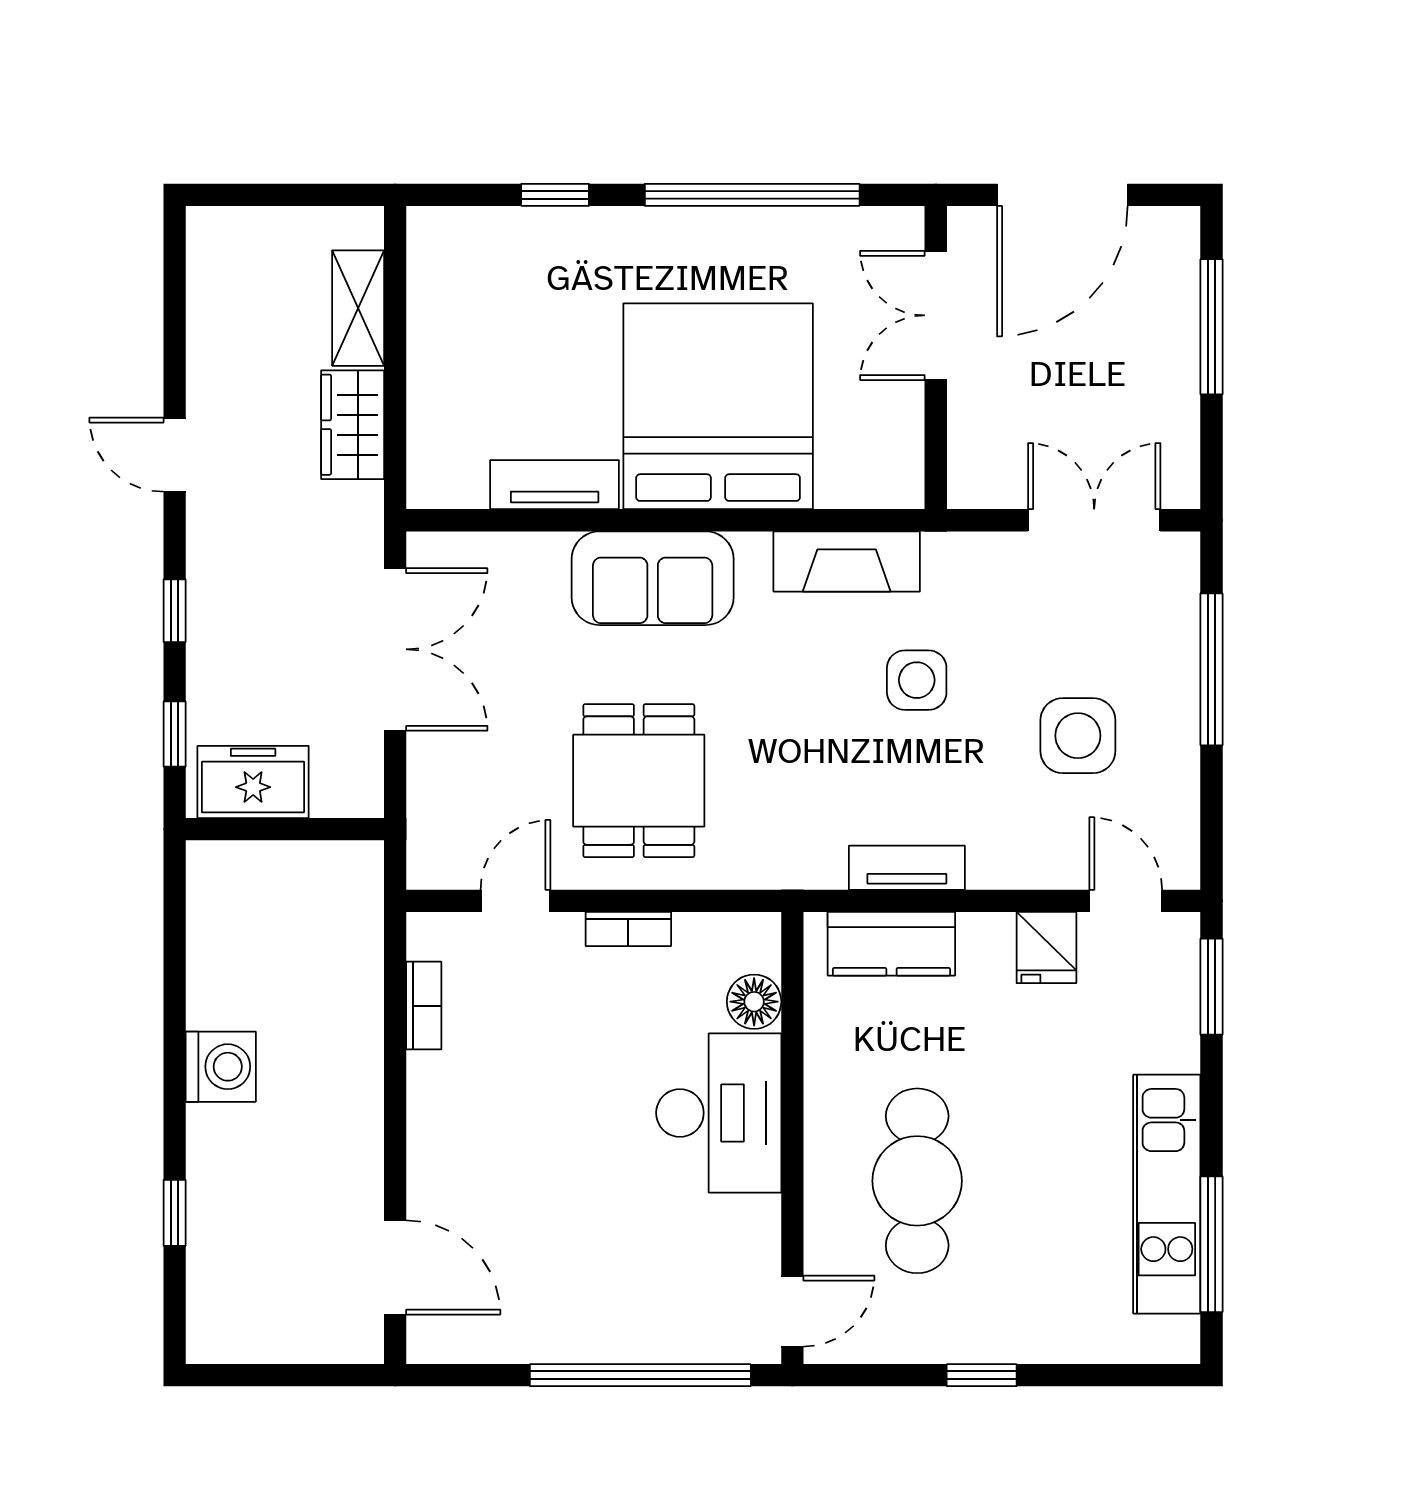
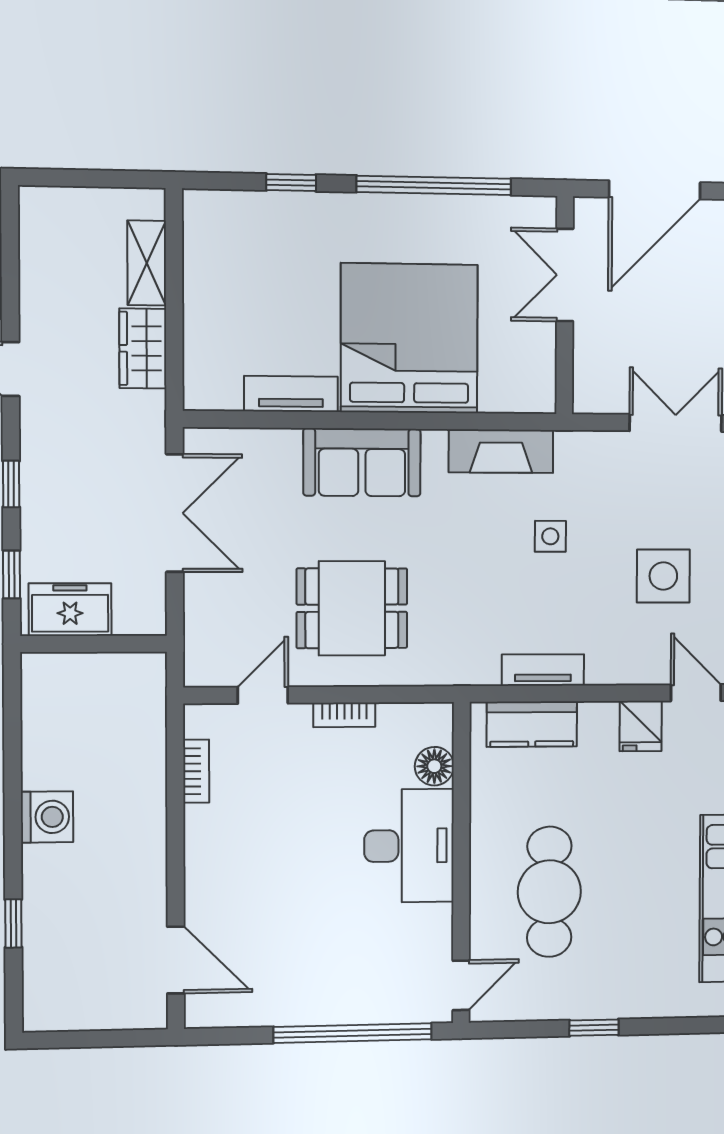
side table: (917, 680) -> (550, 536), width x0.73, depth x0.73
dining table: (639, 781) -> (352, 608), turned 90

